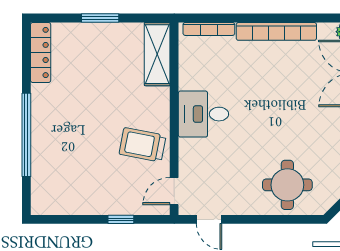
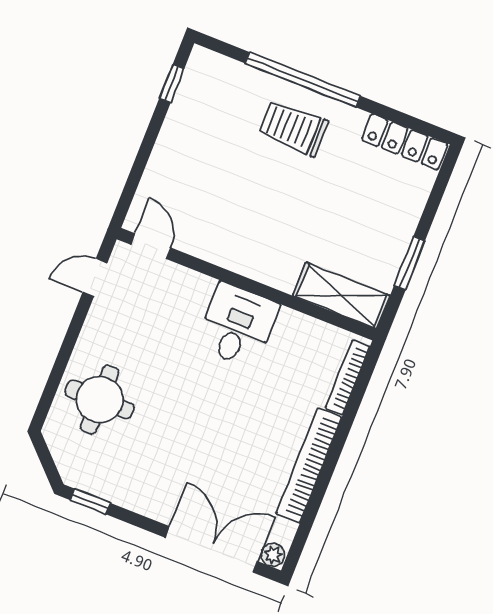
window: (100, 18) -> (409, 263), moved
trolley: (142, 145) -> (293, 128), moved, turned -101
window: (121, 219) -> (172, 84), moved

